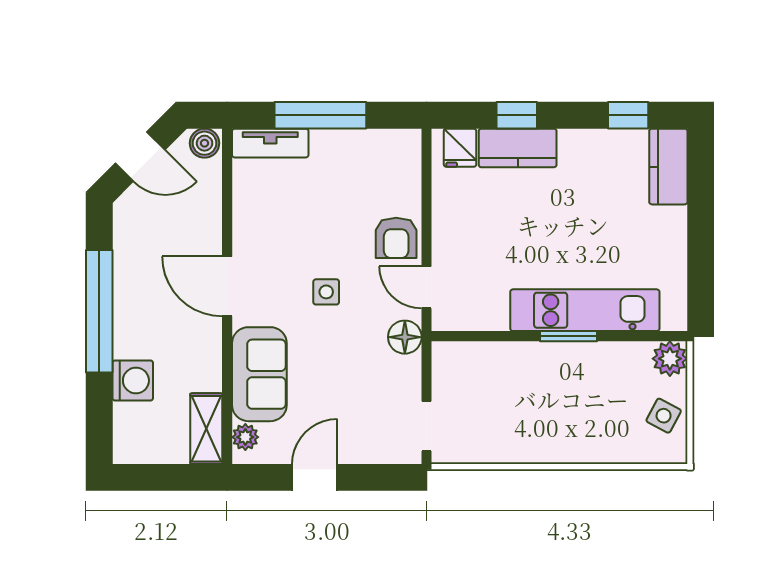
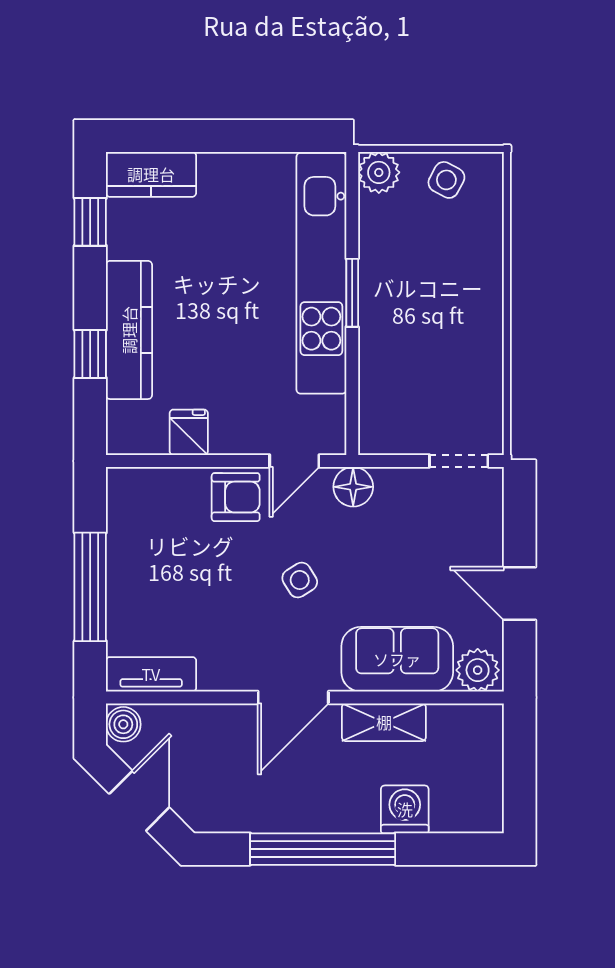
tv unit: (270, 143) -> (151, 674), moved, turned -90
fridge: (460, 148) -> (189, 432), moved, turned -90
kitchen counter: (518, 148) -> (129, 330), width x1.50
side table: (326, 292) -> (300, 580), turned -32
kitchen unit: (585, 310) -> (321, 273), width x1.36
shelving: (206, 429) -> (384, 722), moved
plant: (245, 437) -> (478, 670), width x1.38, depth x1.38

